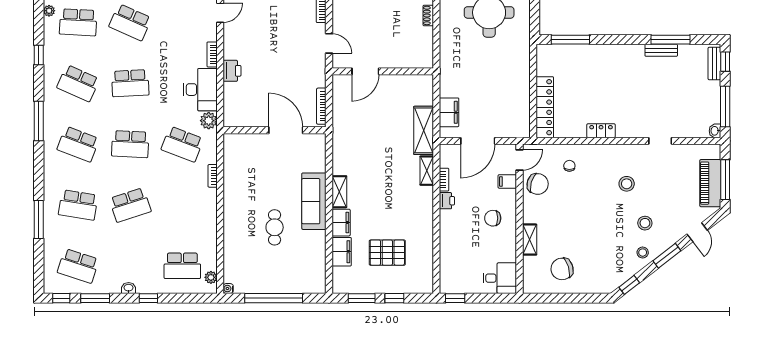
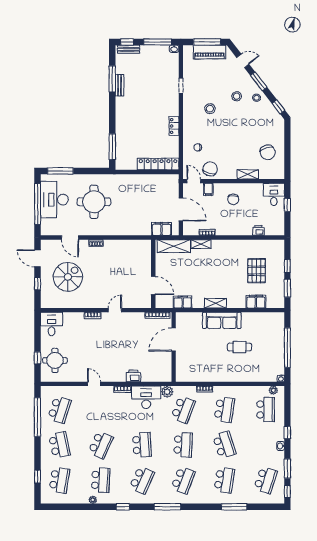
door: (365, 71) -> (153, 286), moved
wall: (383, 71) -> (153, 274), moved
printer: (447, 201) -> (259, 230), moved
school desk: (182, 205) -> (224, 410), added
filing cabinet: (341, 223) -> (183, 302), moved
window: (455, 298) -> (287, 205), moved

